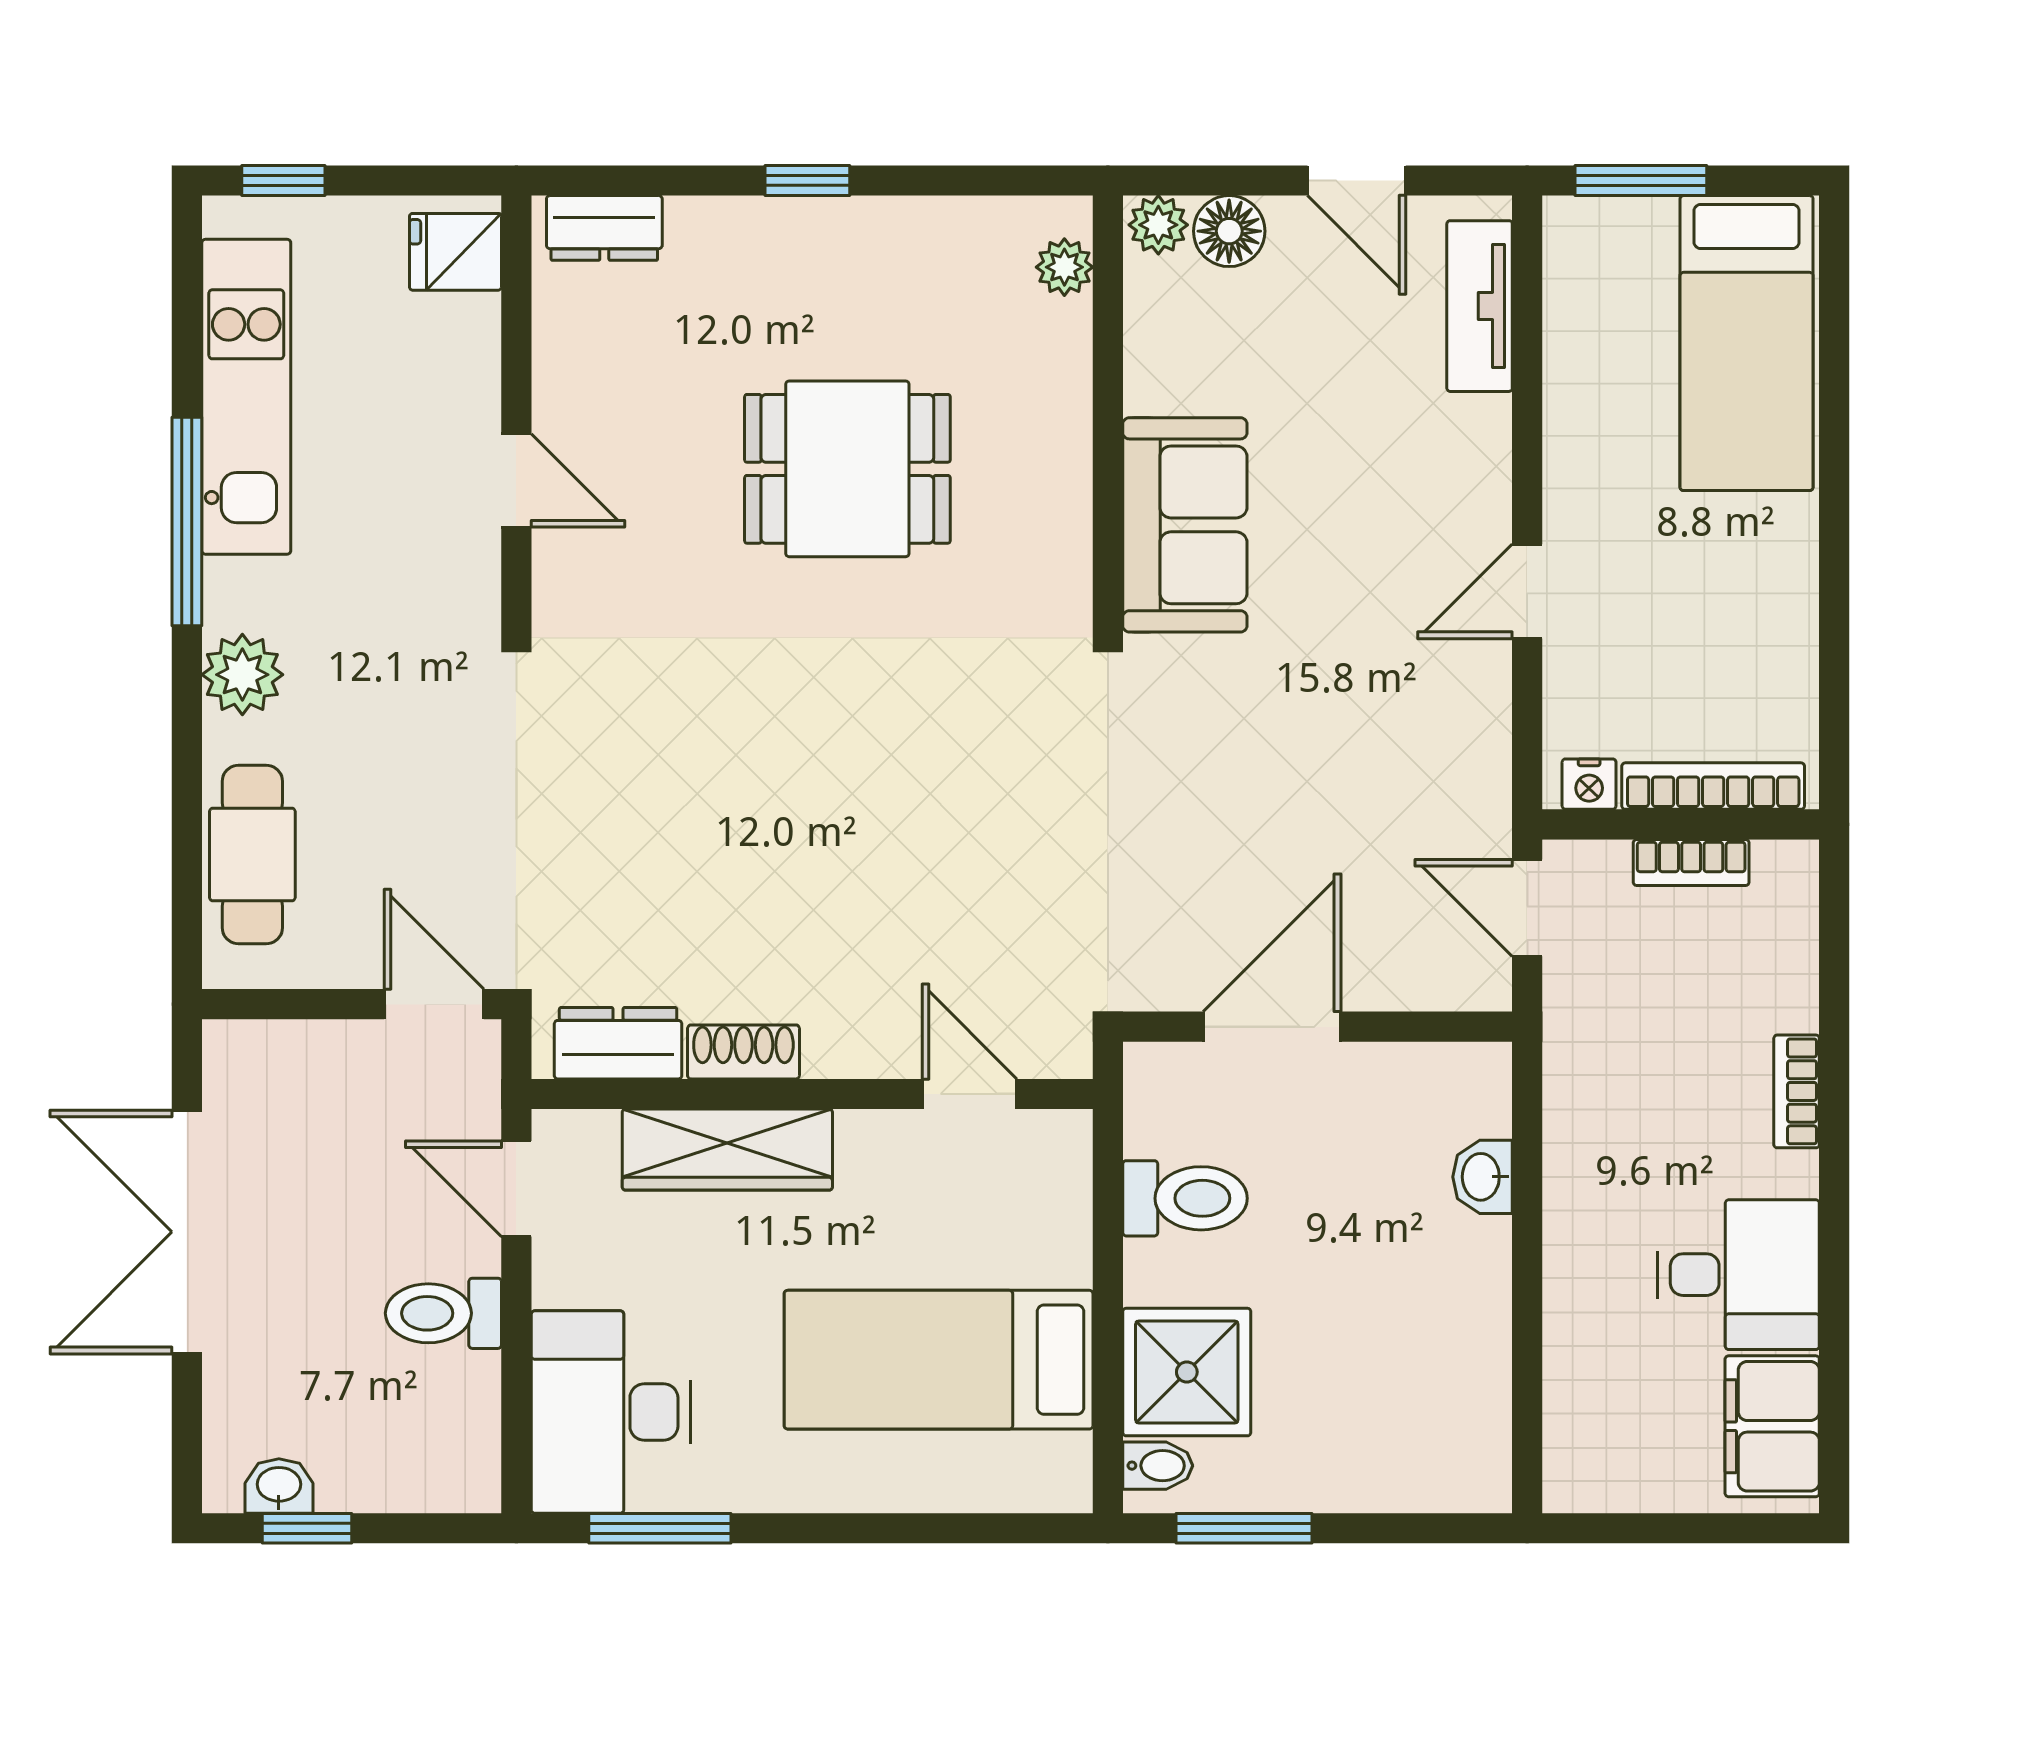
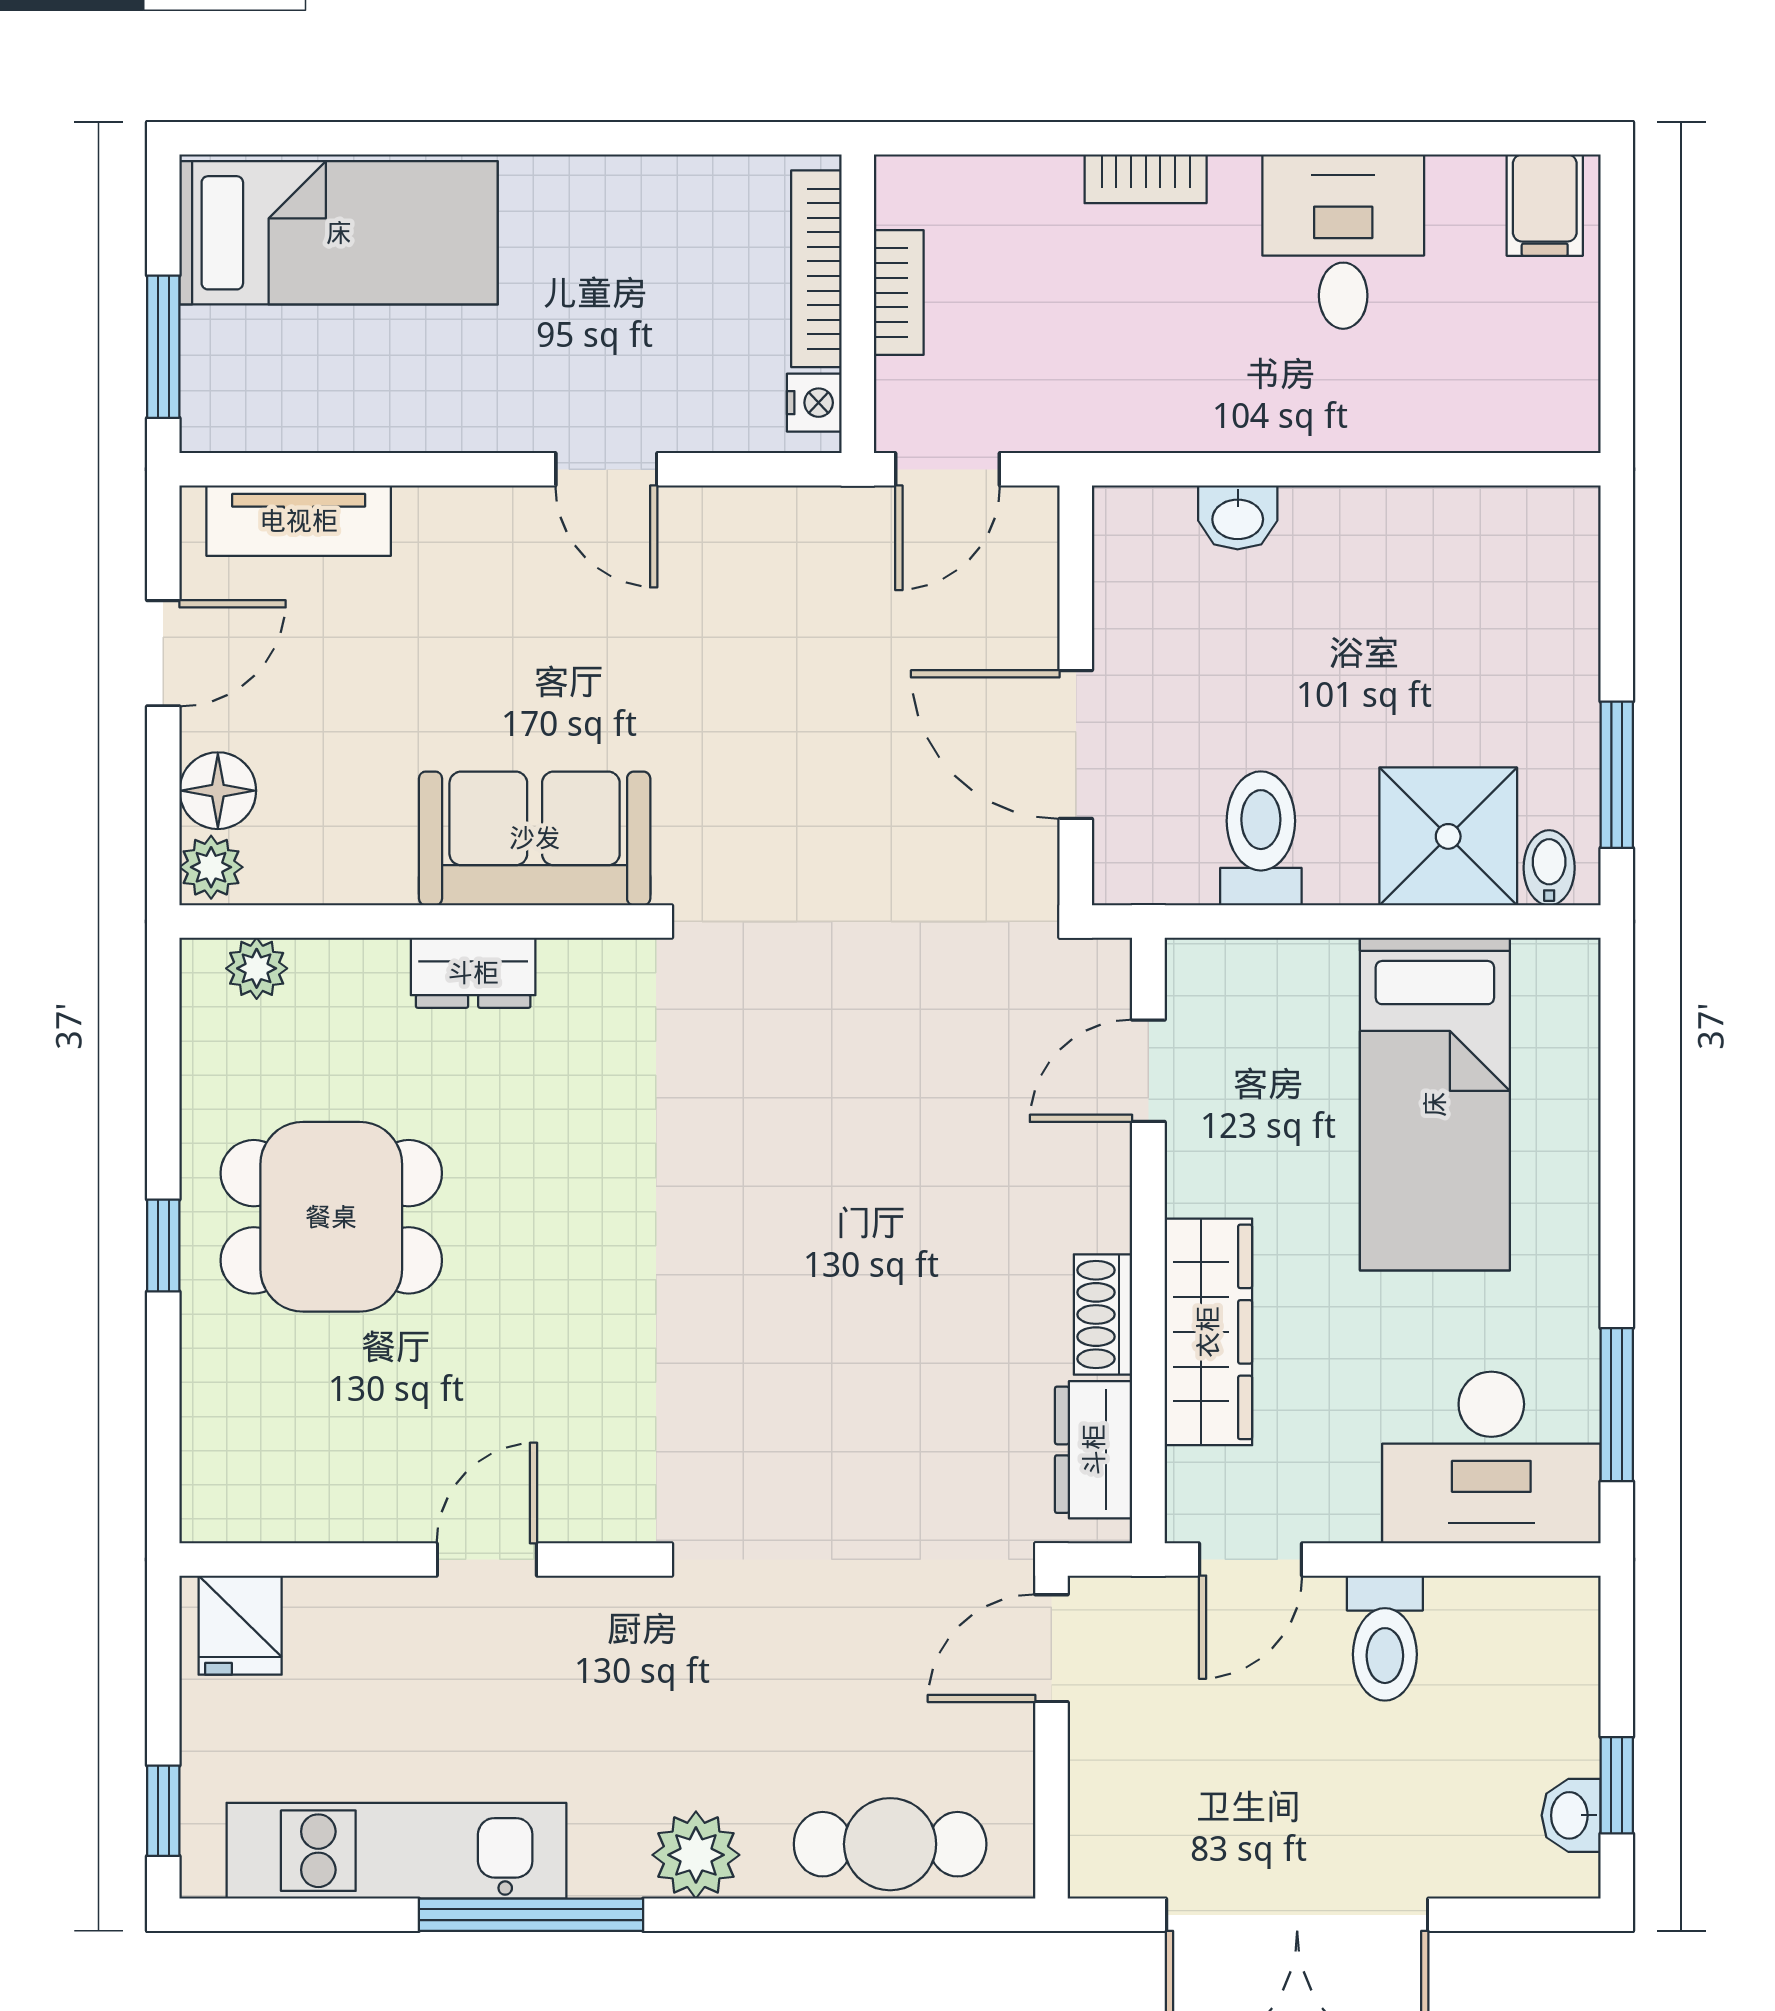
dresser: (604, 228) -> (473, 973), moved, turned 90
dining table: (847, 469) -> (331, 1217), moved, turned 90
filing cabinet: (1772, 1426) -> (1545, 205), width x0.50

